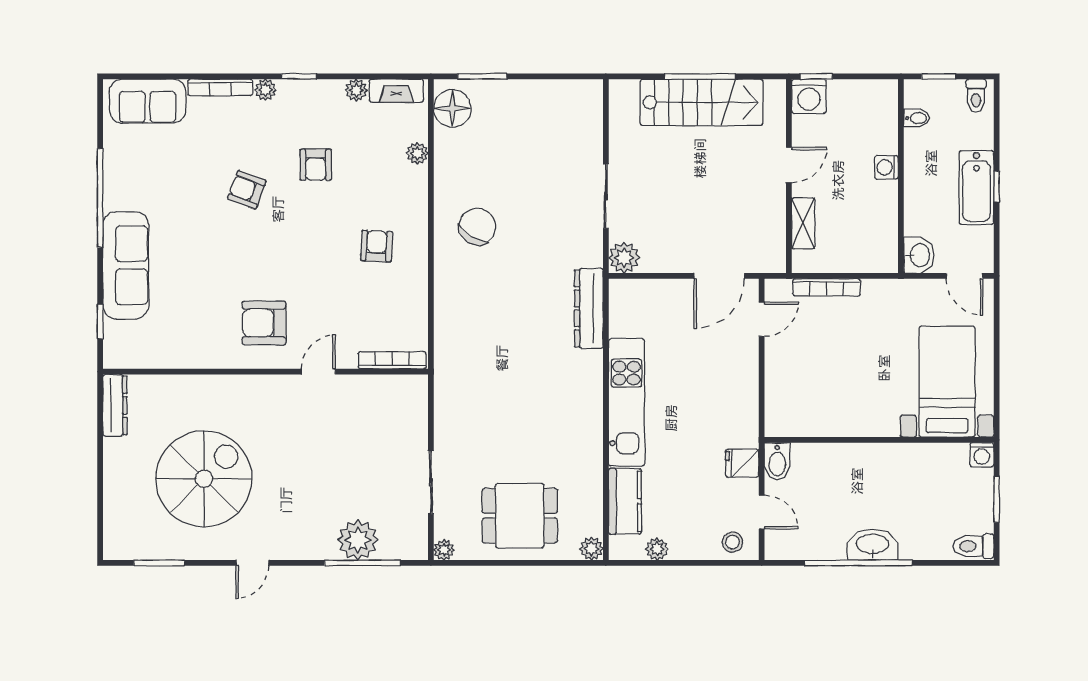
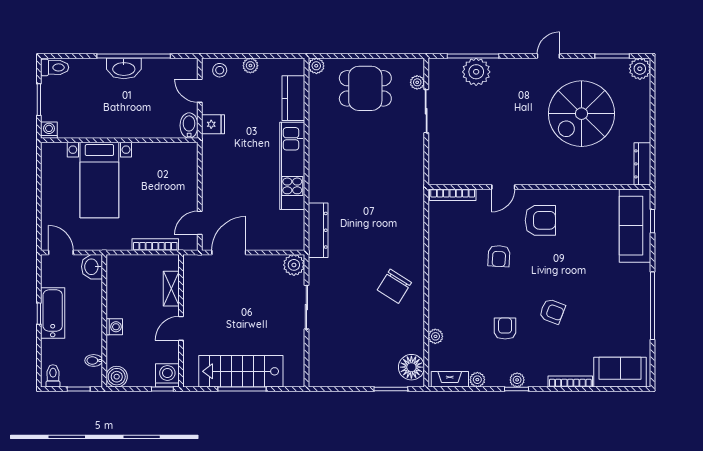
plant: (265, 90) -> (517, 380), moved
boiler: (883, 94) -> (117, 377), added
armchair: (377, 246) -> (499, 256), moved
sofa: (126, 265) -> (635, 226), moved
bed with nightstands: (947, 382) -> (99, 180), moved
plant: (119, 544) -> (640, 69), added
plant: (657, 549) -> (250, 66), moved
plant: (444, 550) -> (417, 82), moved

